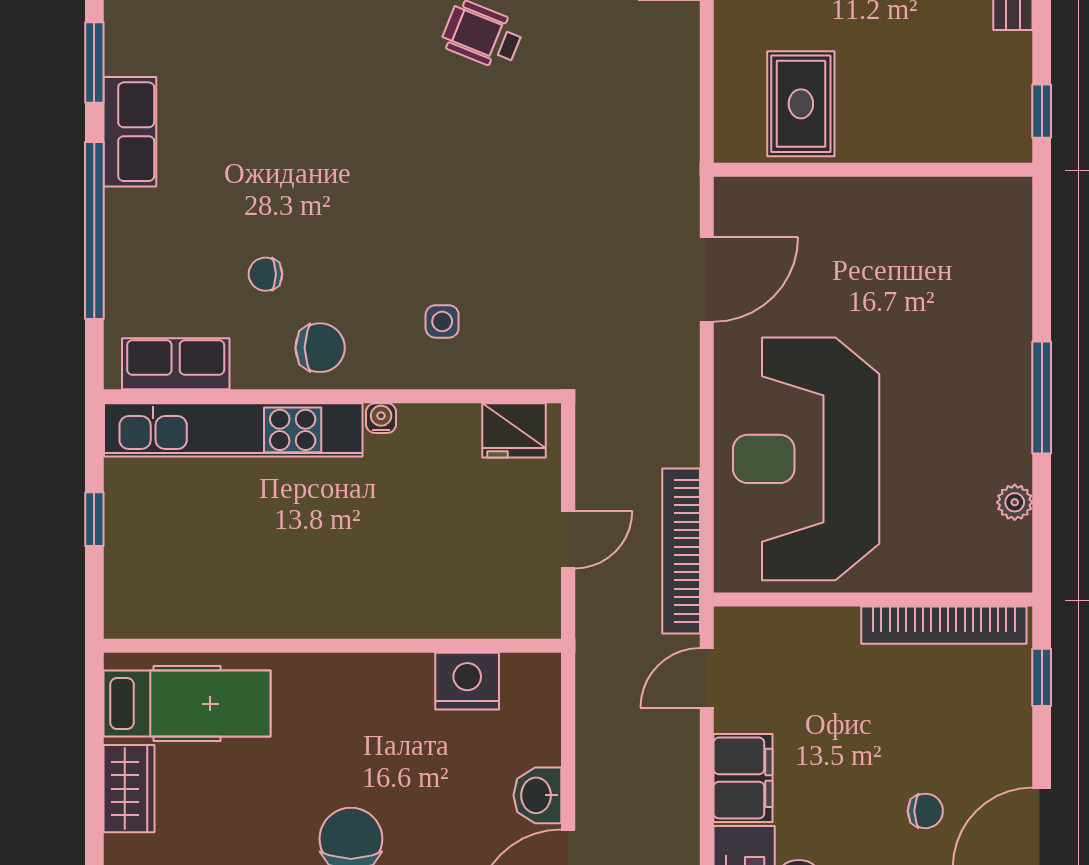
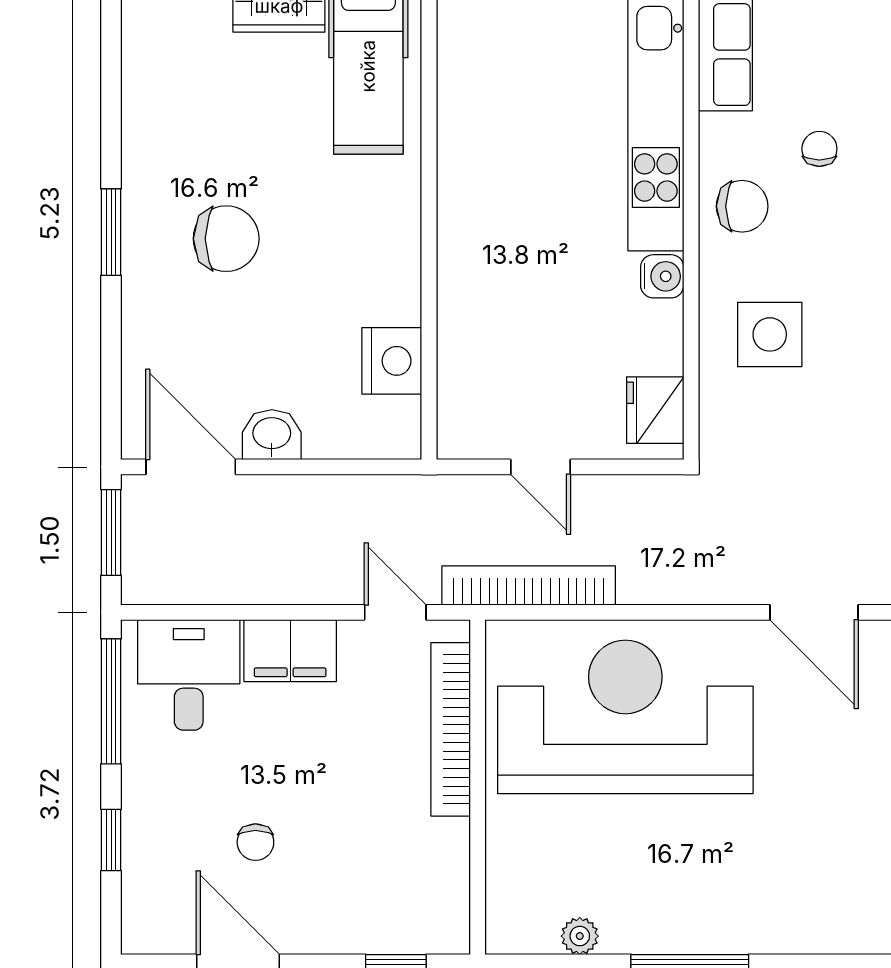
side table: (442, 321) -> (770, 334), width x1.87, depth x1.87
chair: (320, 348) -> (742, 206), turned -90
water cooler: (381, 418) -> (662, 276), width x1.38, depth x1.38
bookcase: (944, 625) -> (451, 729), moved

